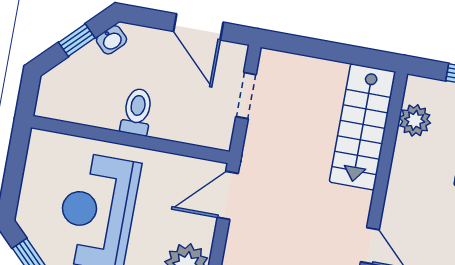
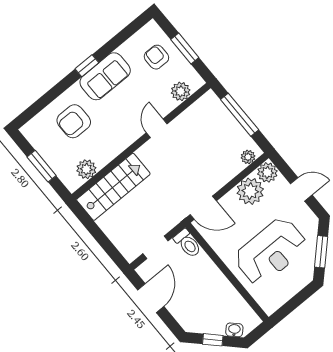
washbasin: (111, 40) -> (234, 330), moved
toilet: (137, 112) -> (188, 243), moved, turned -90

